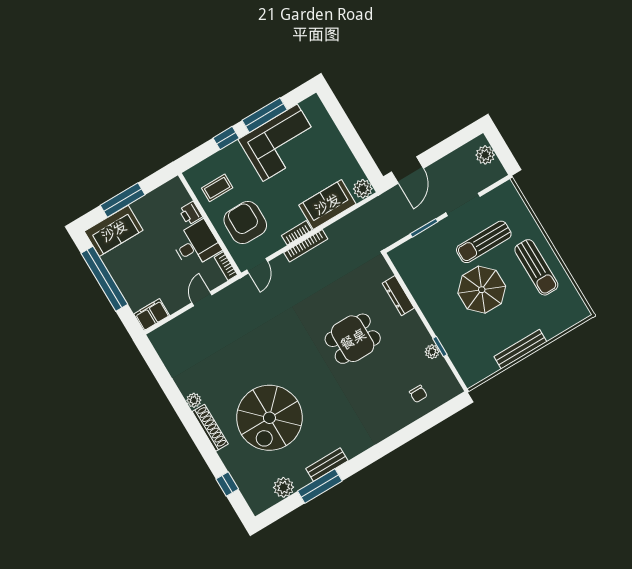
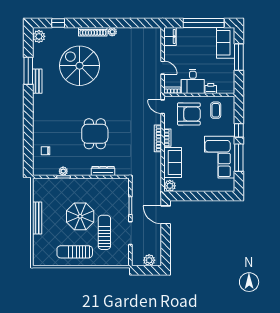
plant: (284, 487) -> (39, 36), moved

